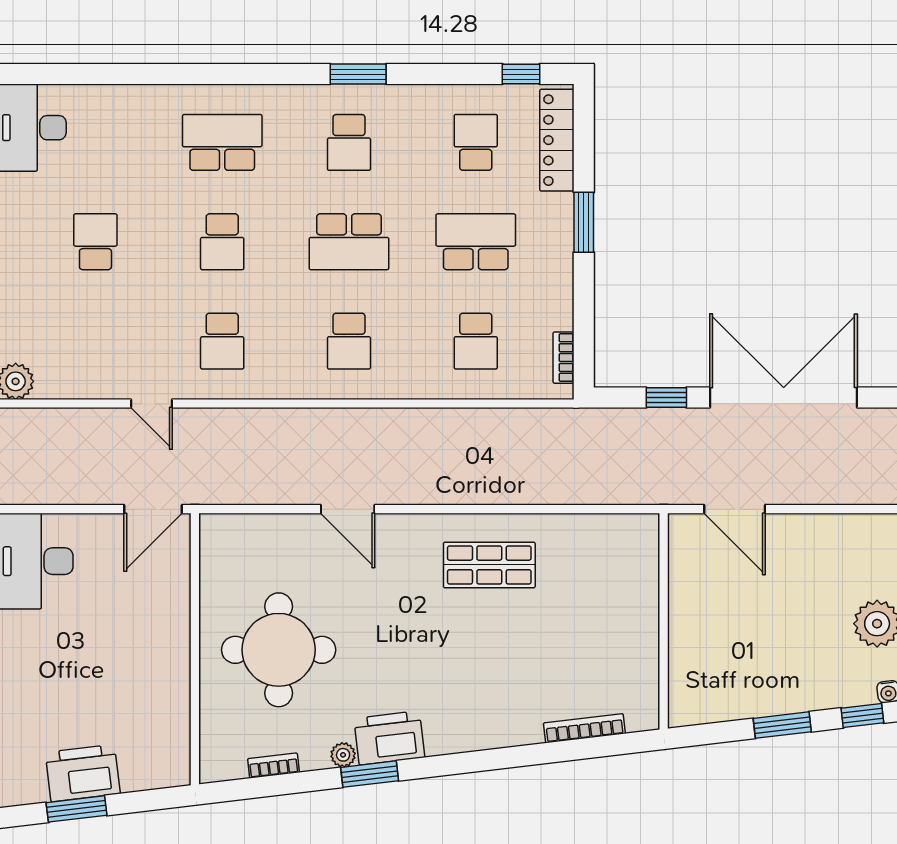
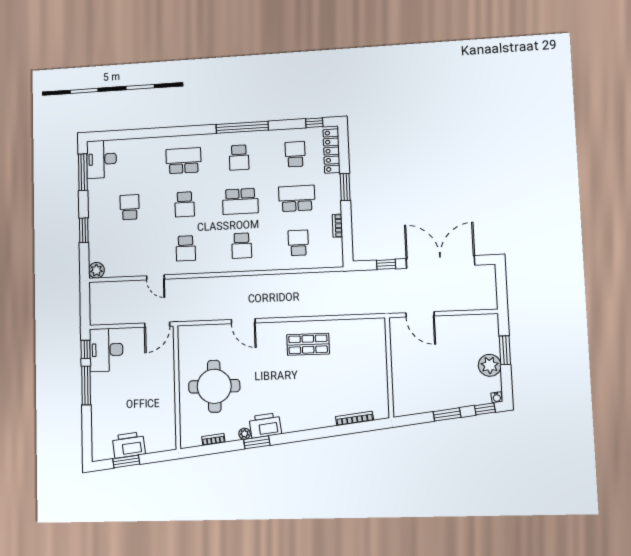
window: (358, 74) -> (242, 127), width x2.11
school desk: (476, 341) -> (298, 243), turned 180
bookcase: (563, 358) -> (337, 226), moved

